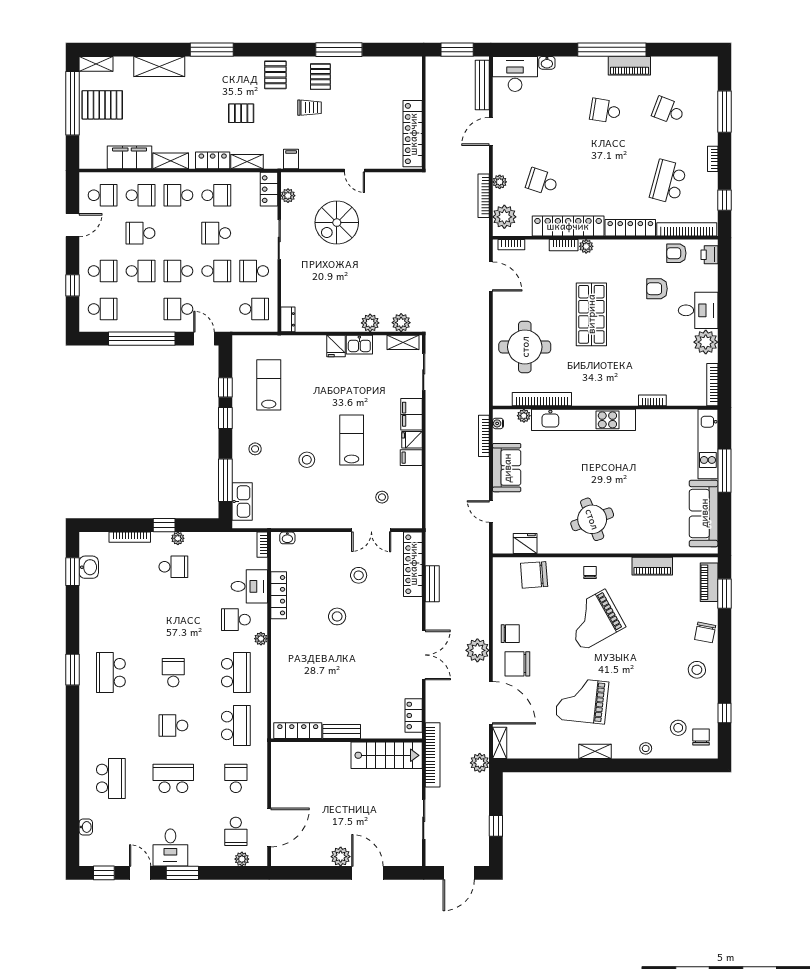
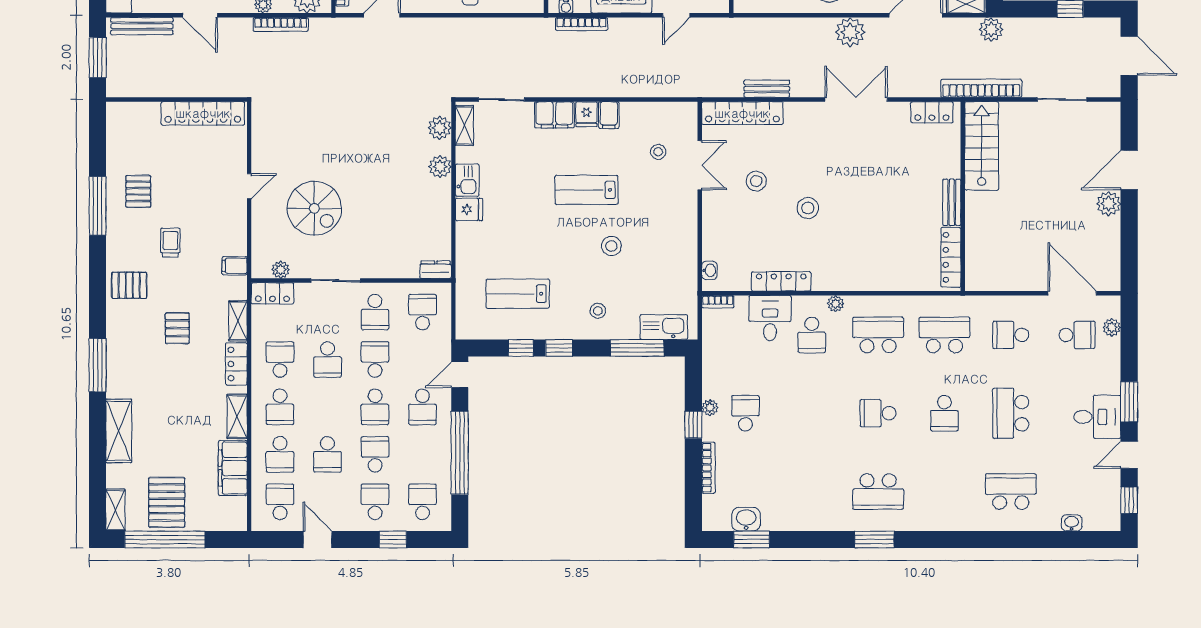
pallet: (320, 77) -> (138, 191), moved, turned 90
school desk: (141, 195) -> (280, 454), turned 180

